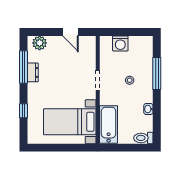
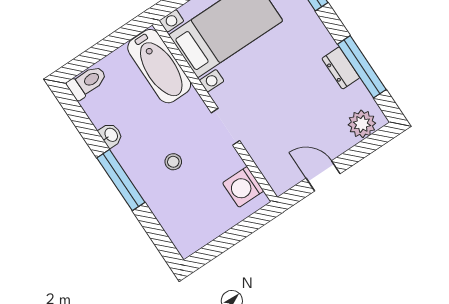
washing machine: (120, 43) -> (243, 187), moved, turned -90
window: (157, 73) -> (121, 180), moved

